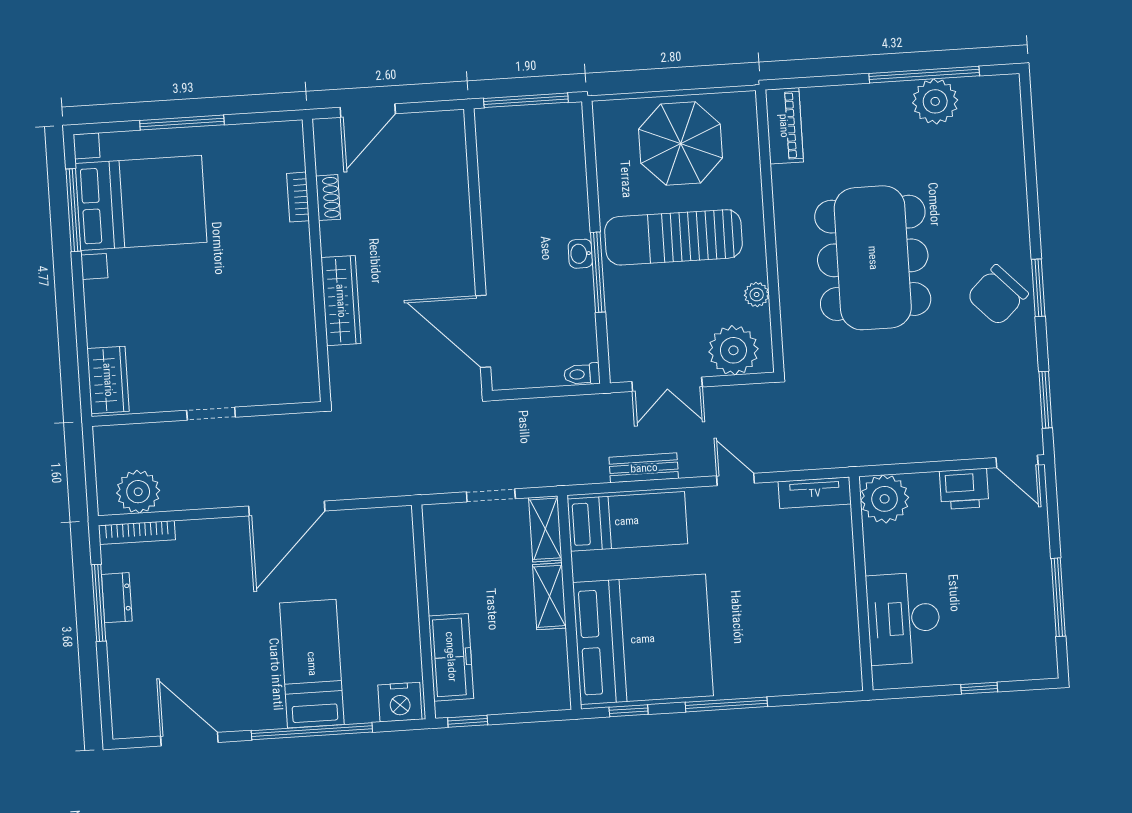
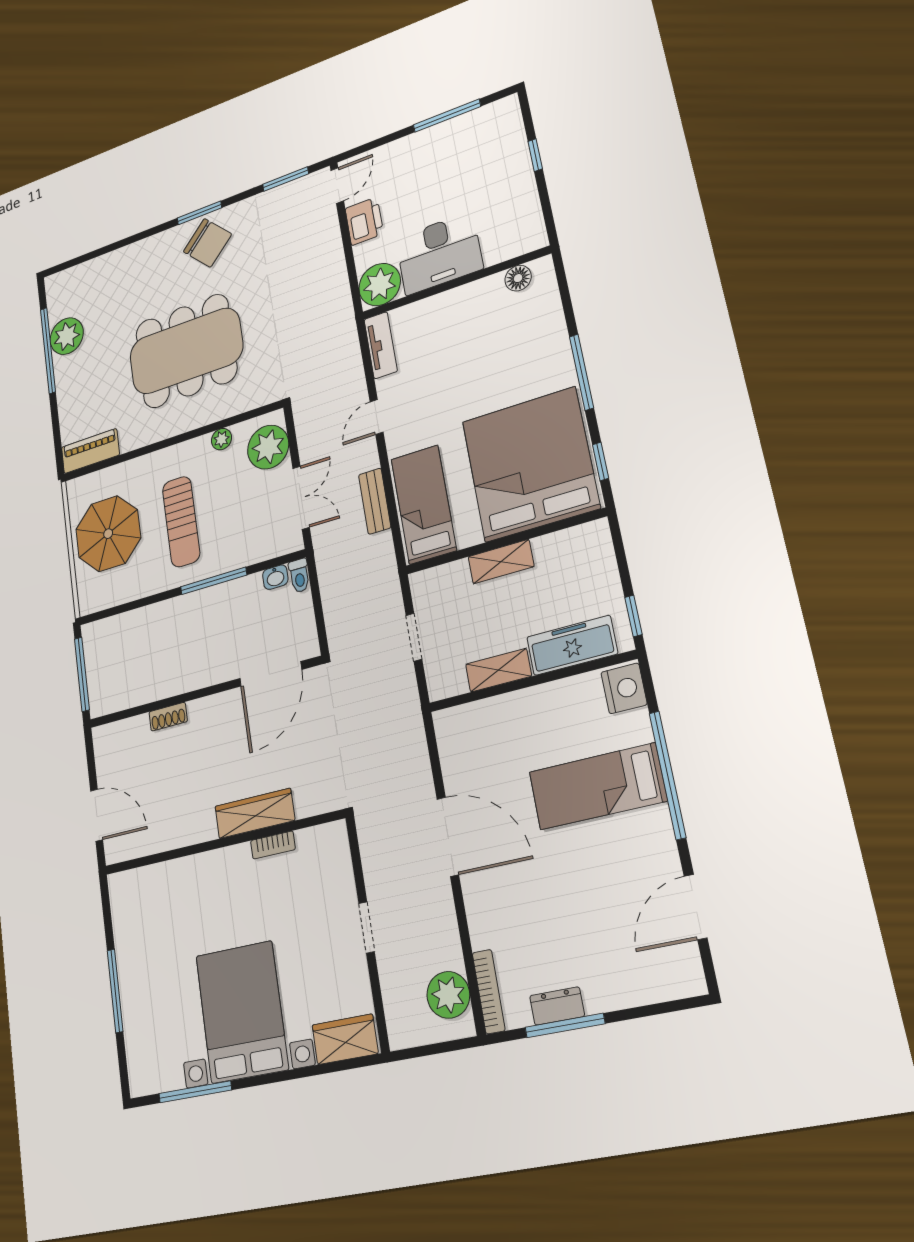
bookcase: (298, 197) -> (273, 845), moved
shoe rack: (328, 198) -> (168, 717), moved, turned 180
bed with nightstands: (141, 203) -> (242, 1012), moved
sun lounger: (674, 237) -> (181, 522), width x0.73, depth x0.75
washbasin: (580, 254) -> (275, 577), moved
shelving: (545, 529) -> (498, 670), moved
desk: (903, 619) -> (439, 253), moved
floor lamp: (847, 652) -> (518, 278), added

